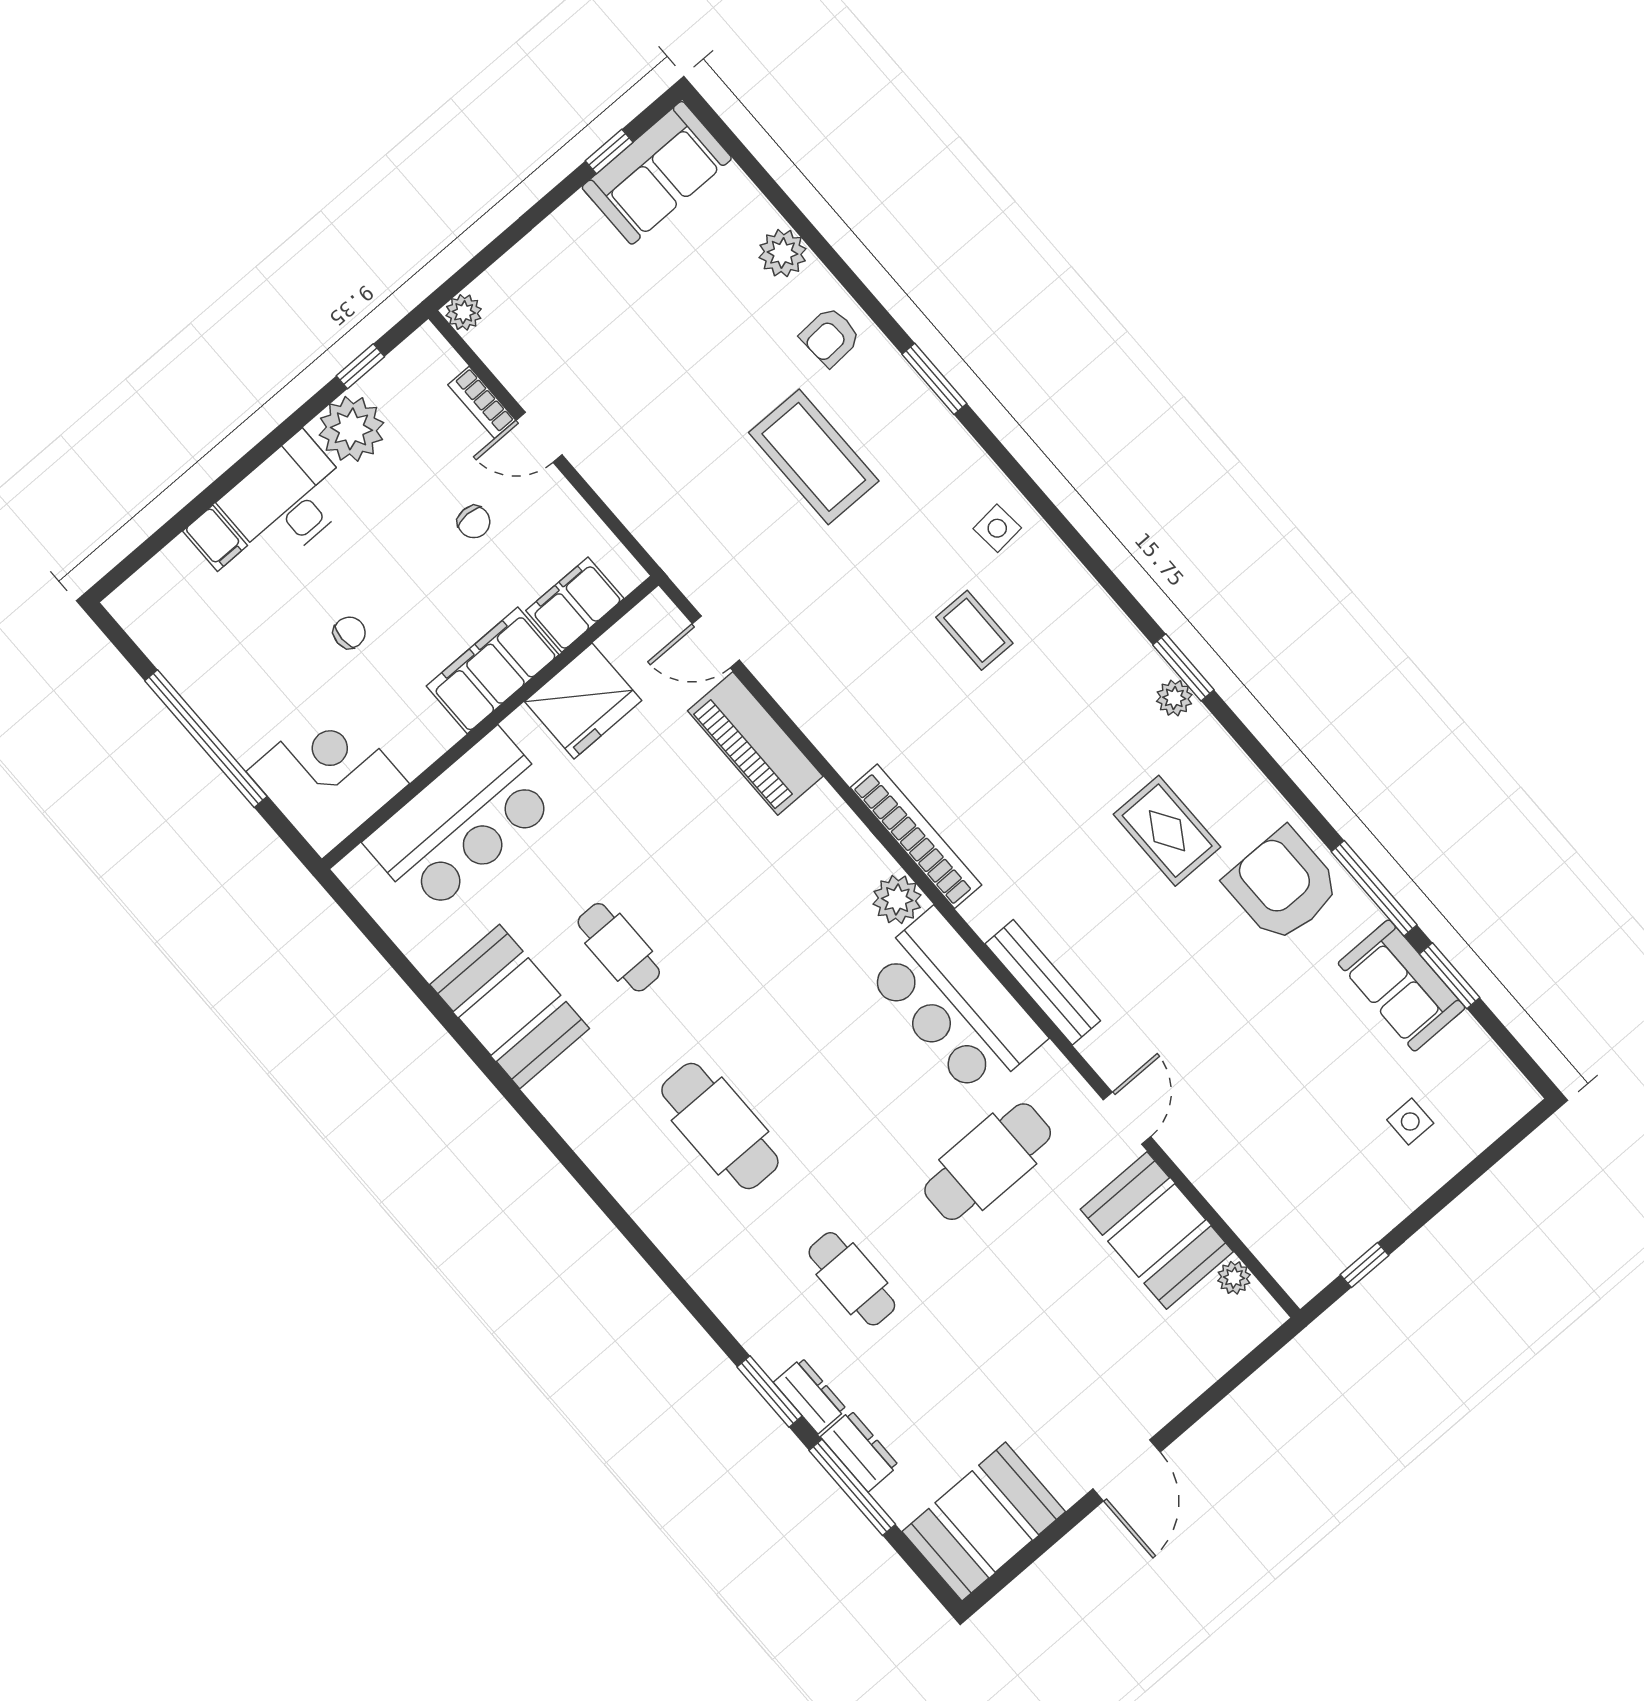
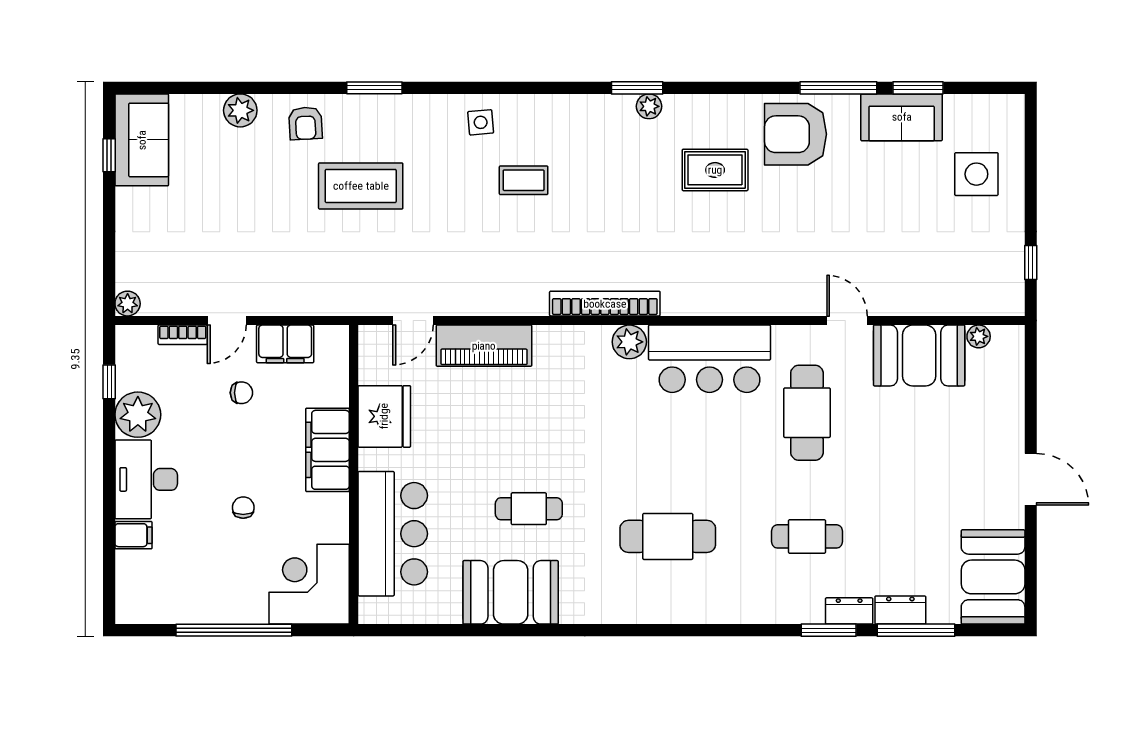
filing cabinet: (575, 605) -> (285, 344), moved, turned -90
bench: (1043, 982) -> (738, 303), removed
side table: (1410, 1121) -> (976, 174), width x1.87, depth x1.87

